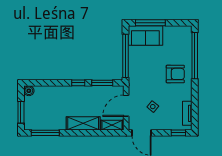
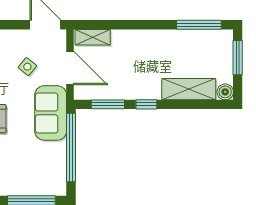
sofa: (145, 35) -> (51, 113), moved, turned -90
door: (126, 106) -> (70, 68), hinge flipped
shelving: (83, 123) -> (189, 89), moved

